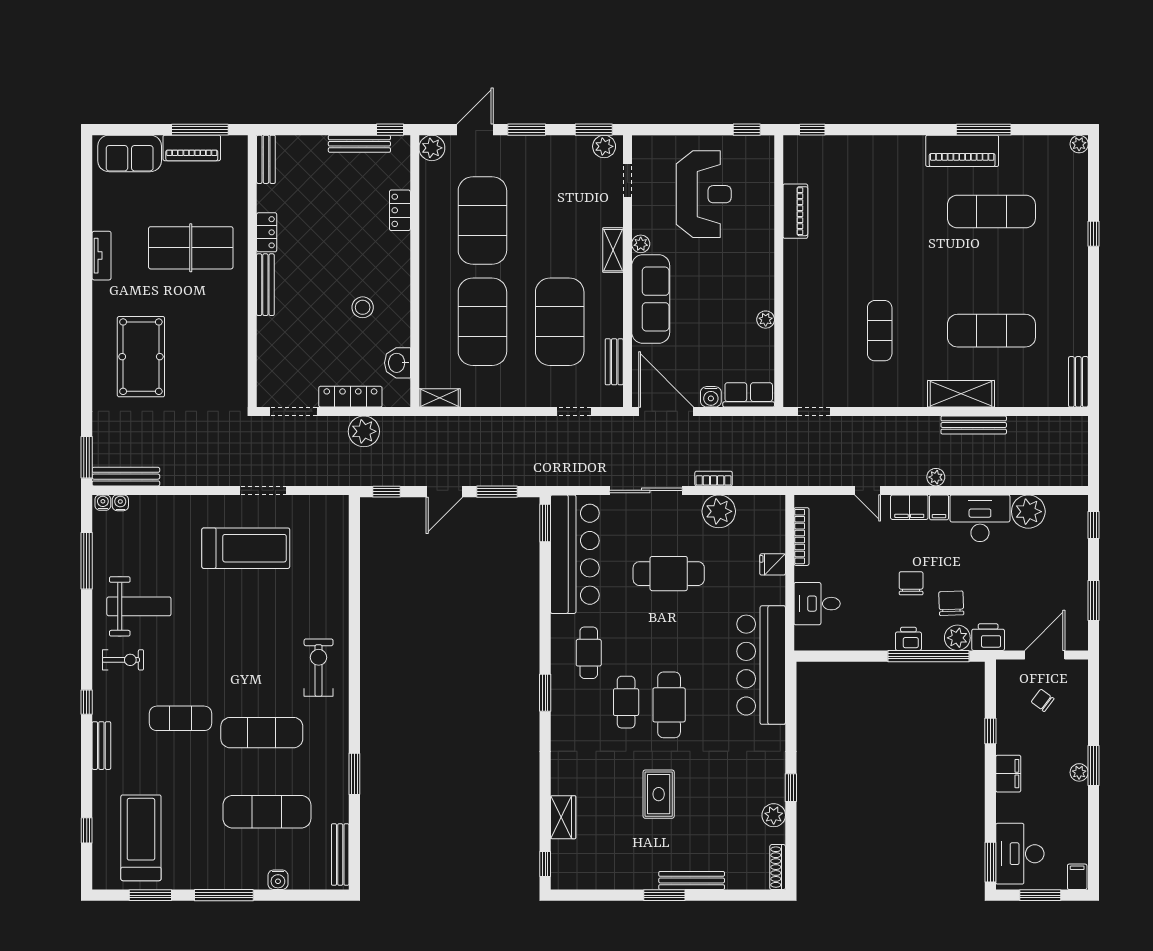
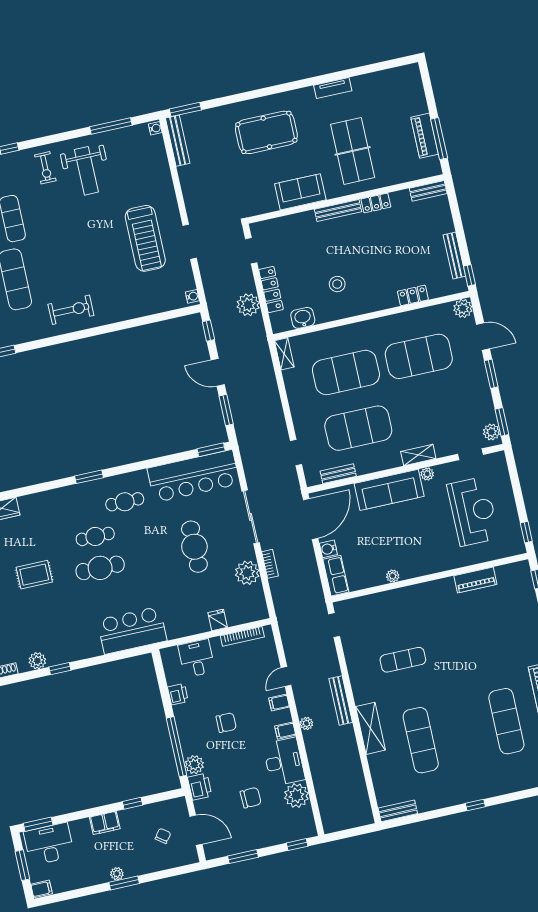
sofa: (130, 153) -> (300, 192), moved, turned 90
reception desk: (704, 194) -> (473, 511), turned -90
window: (1094, 234) -> (475, 805), moved
doorway: (293, 411) -> (251, 251), width x0.73
bench: (974, 425) -> (341, 700), moved
water cooler: (120, 503) -> (192, 296), moved
filing cabinet: (909, 507) -> (279, 703), width x0.50
chair: (951, 603) -> (251, 798), moved
printer: (908, 639) -> (178, 694), moved
bar counter: (761, 665) -> (132, 630), width x0.73

